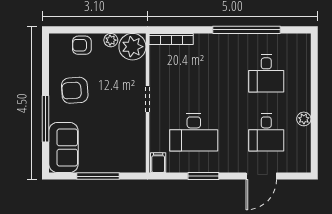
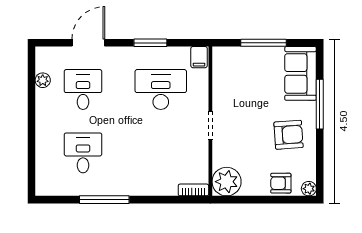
window: (246, 30) -> (104, 200), width x0.68
bookcase: (171, 39) -> (193, 190), width x0.64
plant: (111, 40) -> (309, 189), moved
armchair: (82, 45) -> (281, 183), turned 180
plant: (304, 119) -> (43, 80), moved

